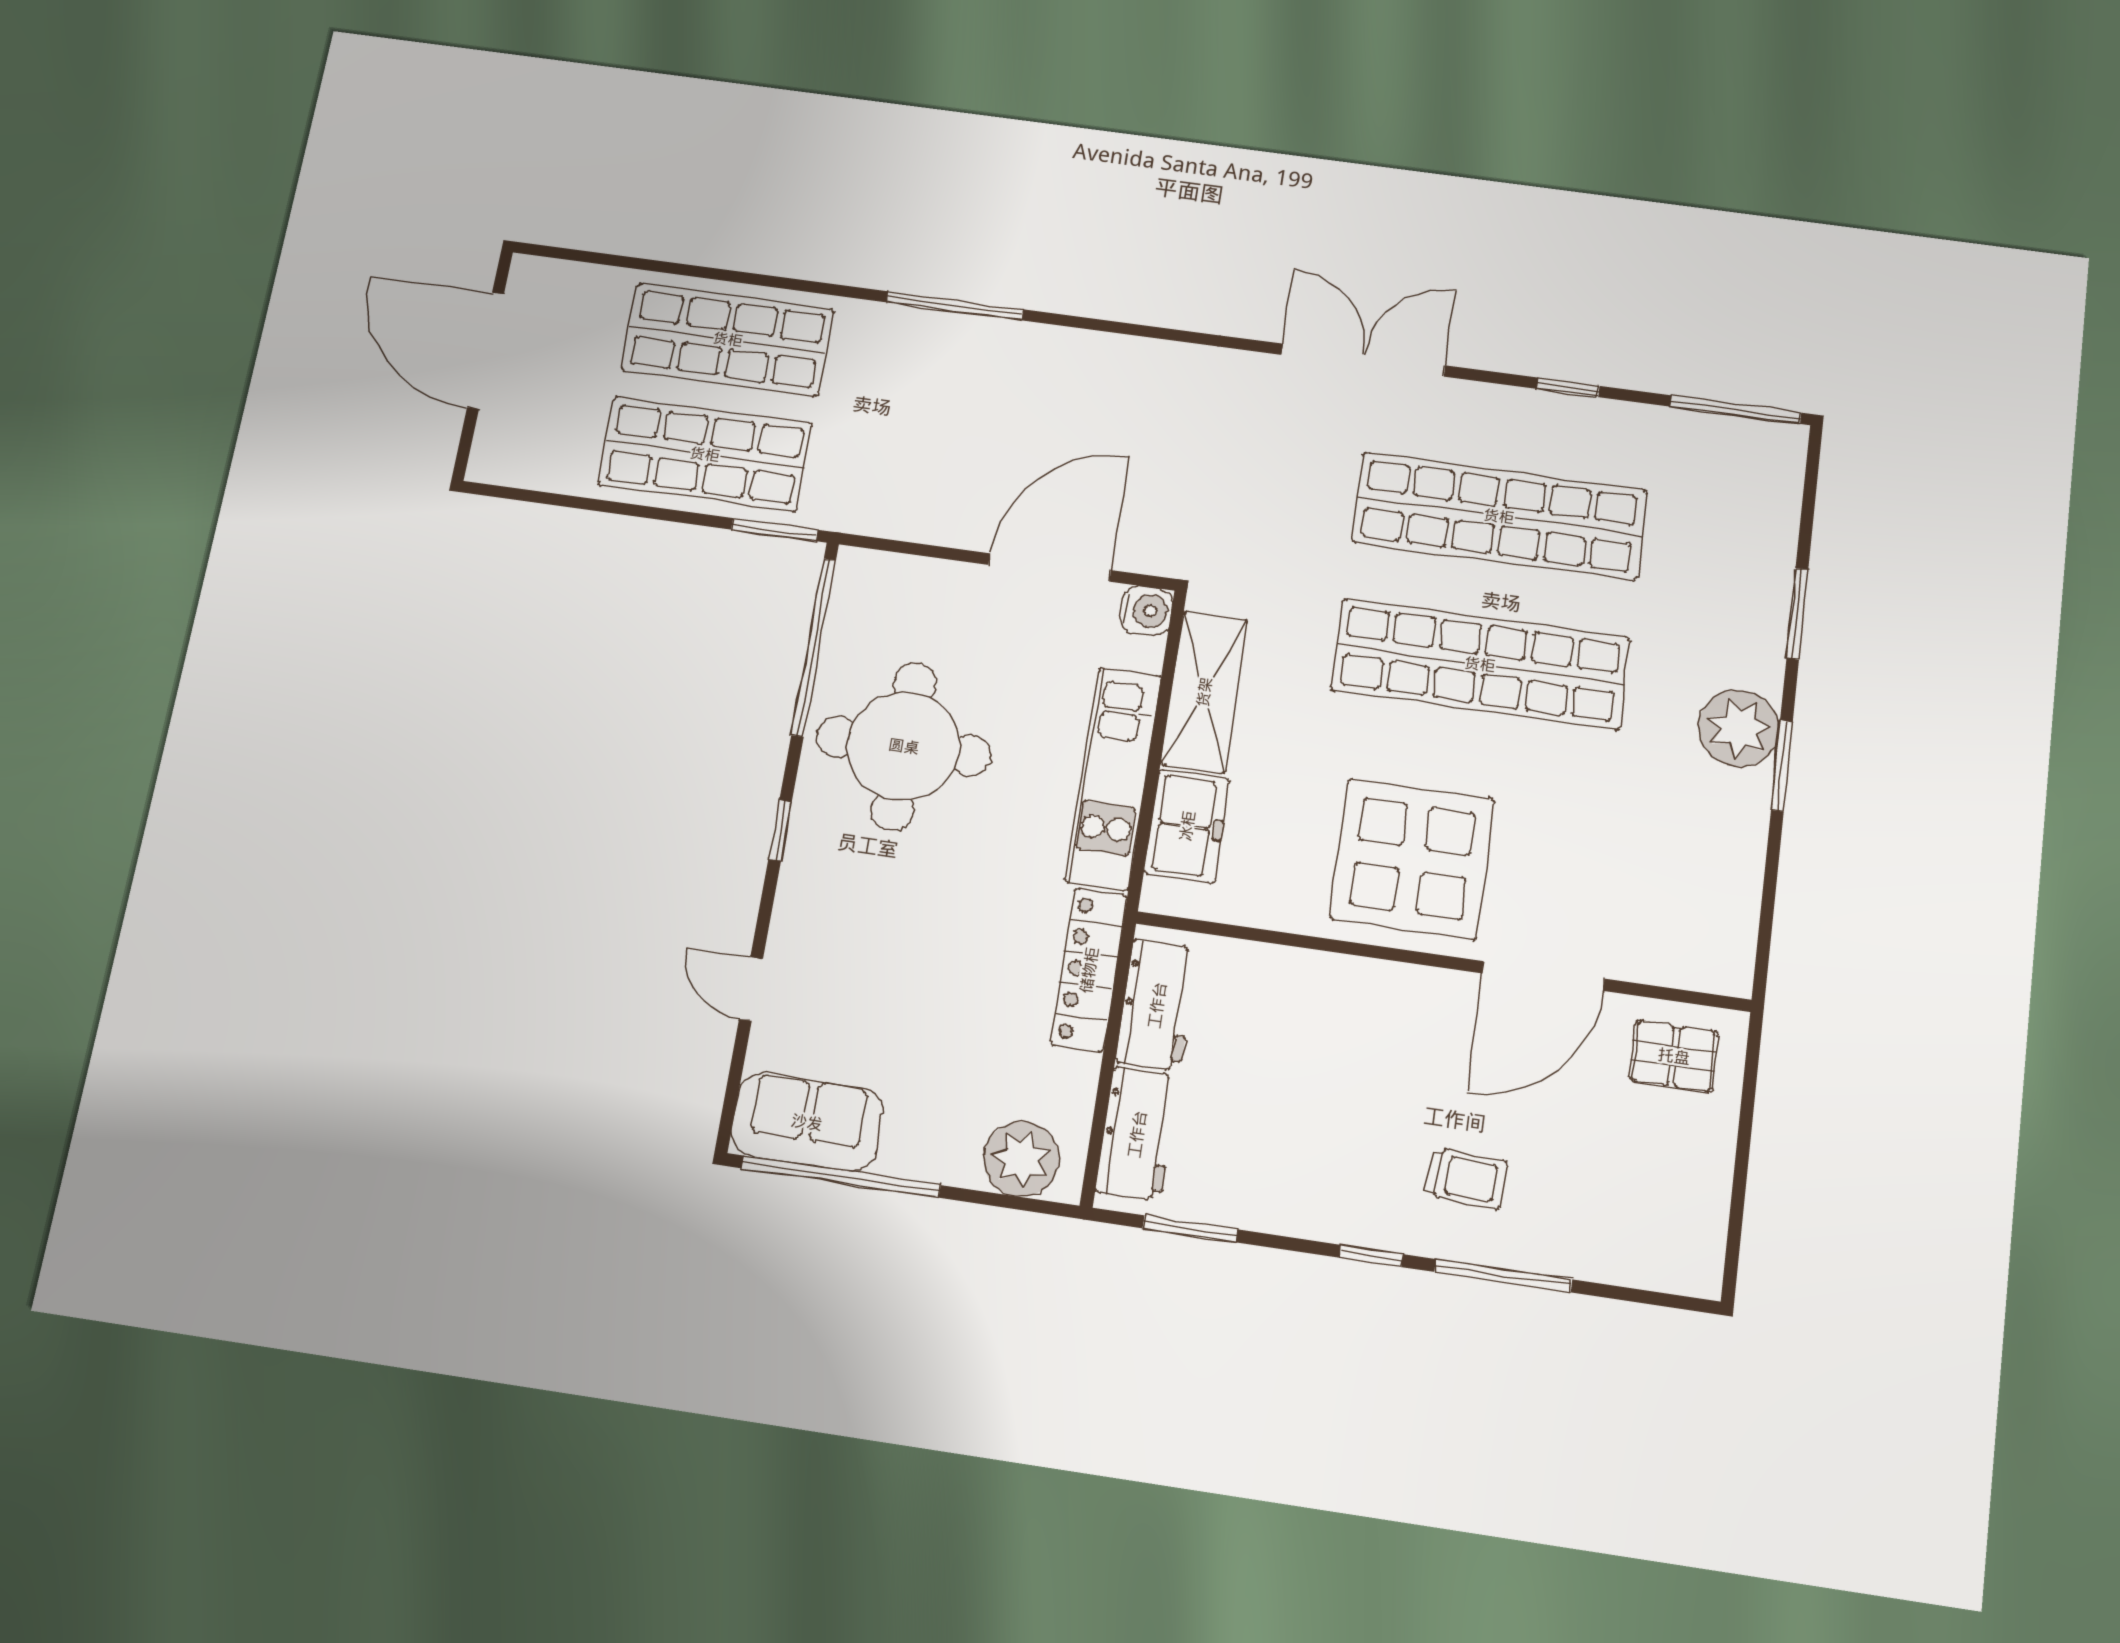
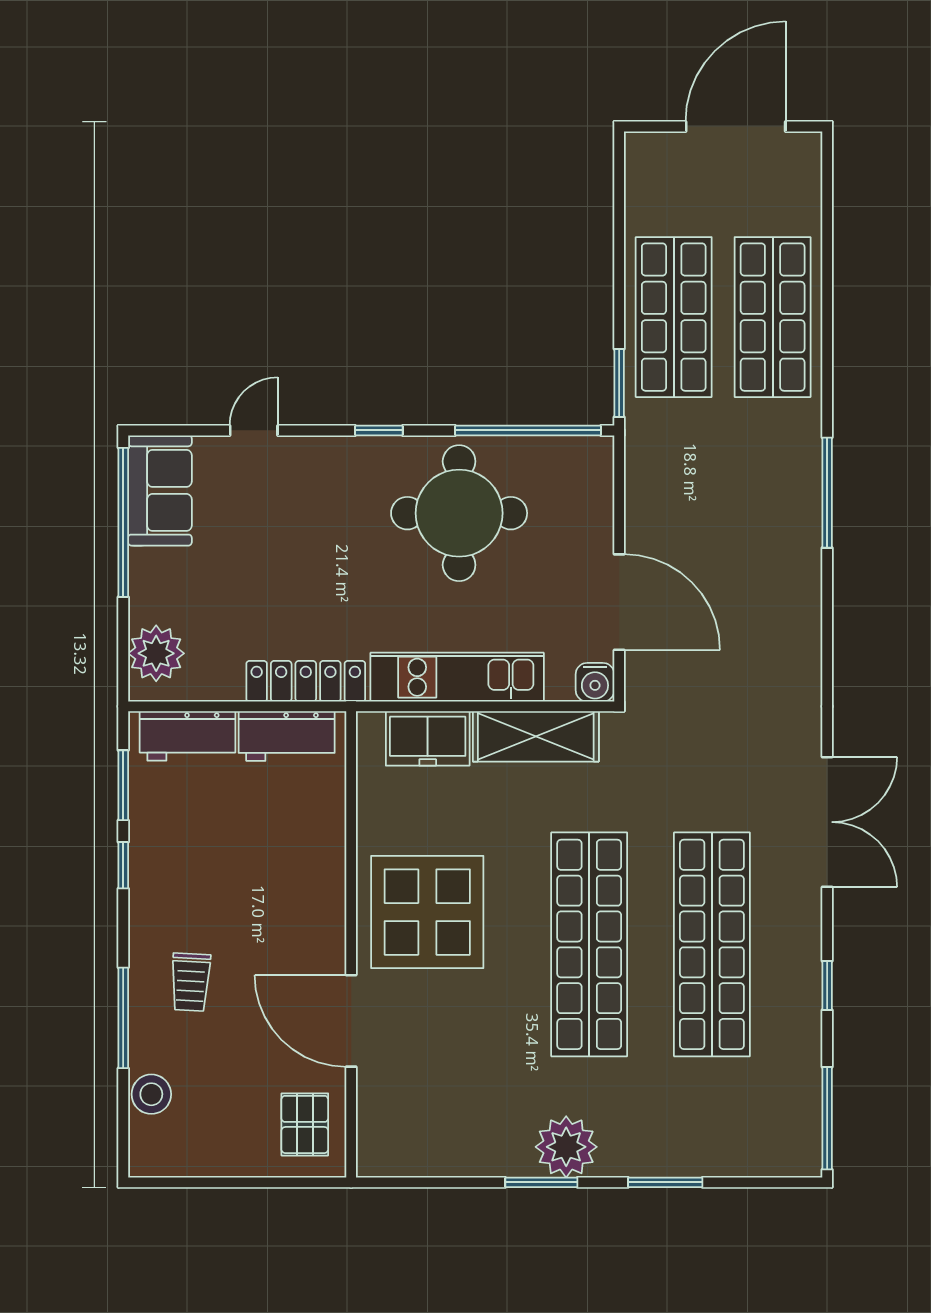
stool: (1611, 1253) -> (151, 1094), added
window: (1371, 1256) -> (123, 865), moved

